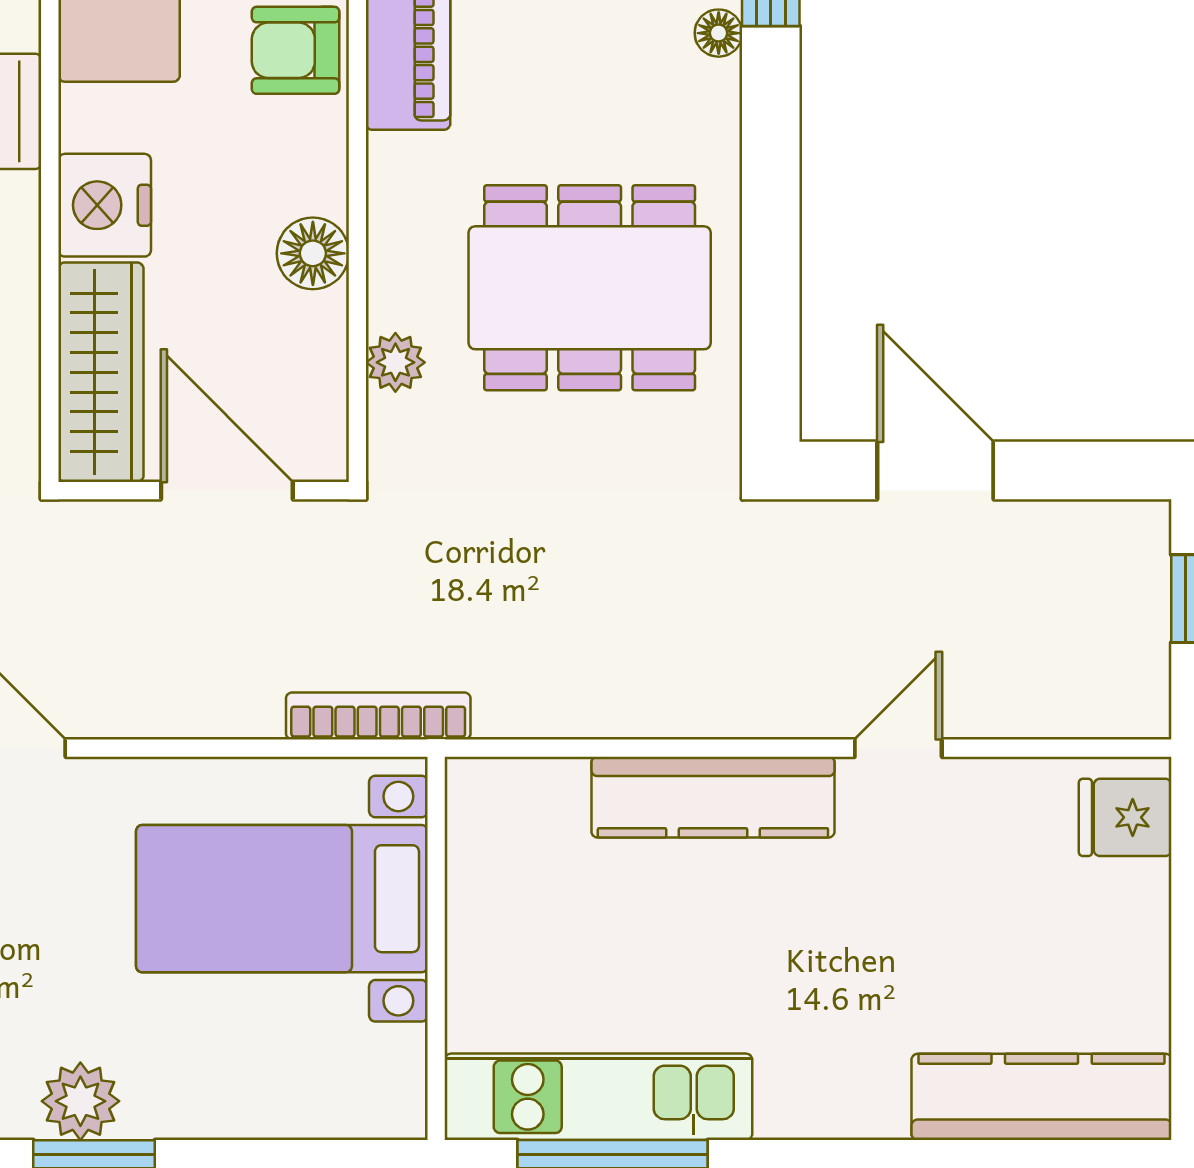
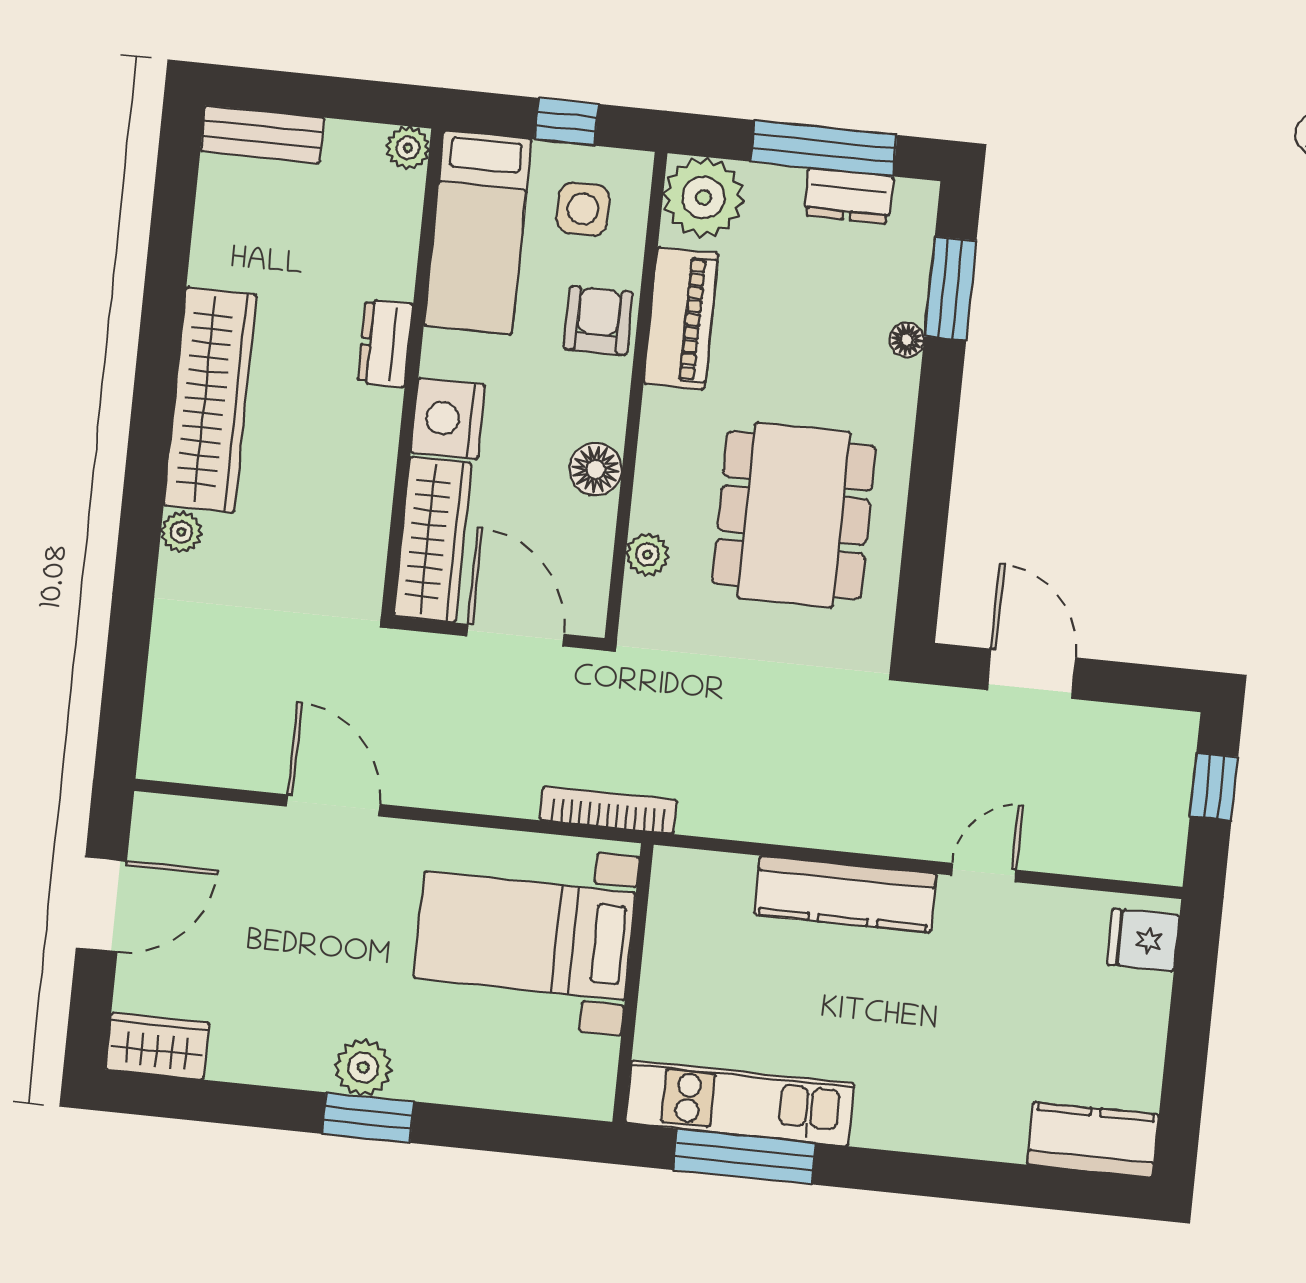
armchair: (296, 50) -> (598, 320), turned 90
dining table: (590, 288) -> (794, 515), turned 90
kitchen counter: (1042, 1097) -> (1093, 1140), width x0.67

